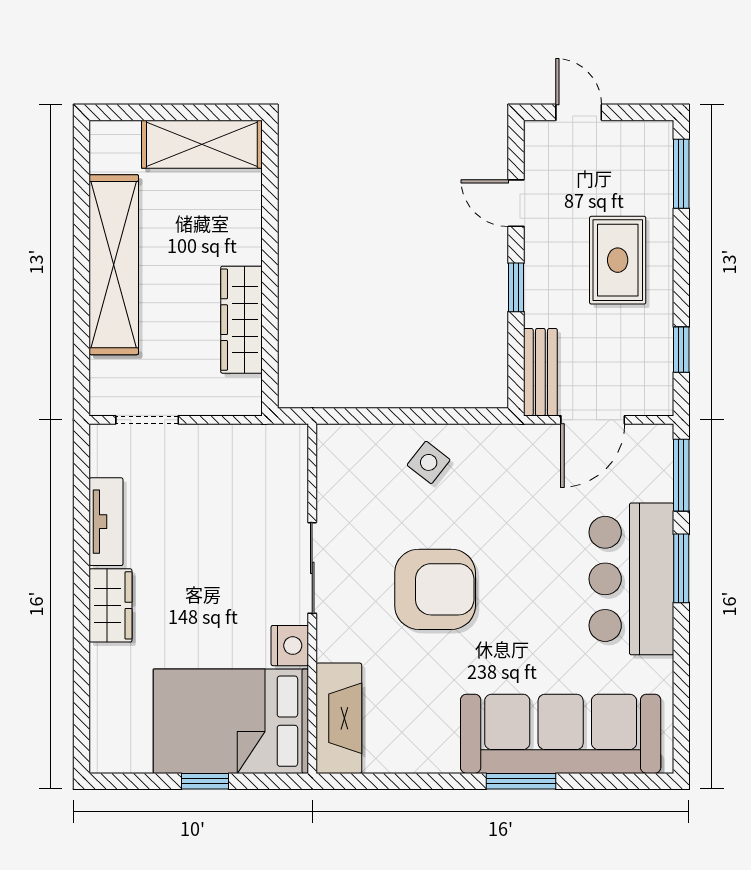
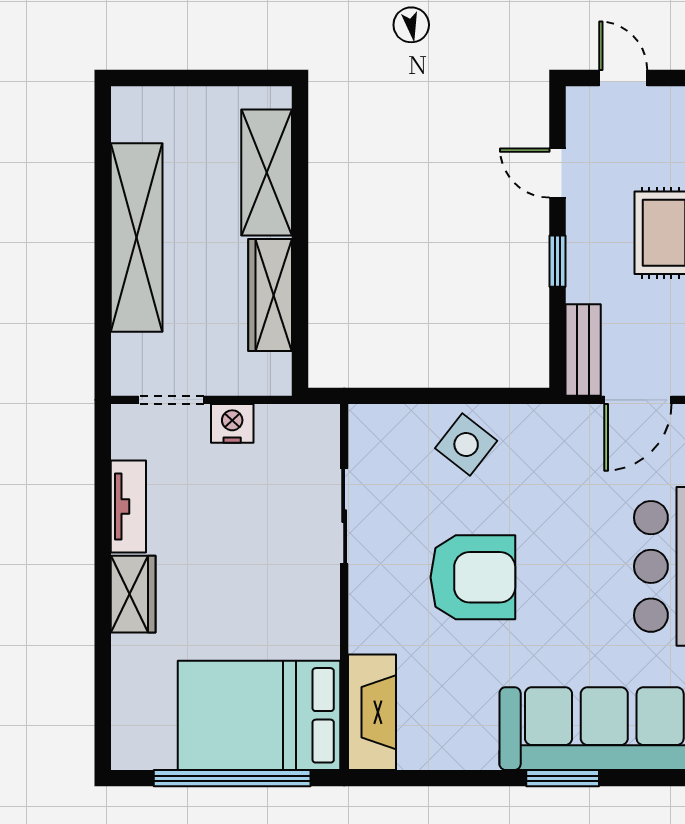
shelving: (202, 144) -> (267, 172), moved, turned 90
side table: (429, 462) -> (466, 444), width x1.37, depth x1.37
sliding door: (312, 568) -> (344, 516), moved
nightstand: (290, 646) -> (232, 423), moved, turned -90
window: (205, 781) -> (232, 778), width x3.17

